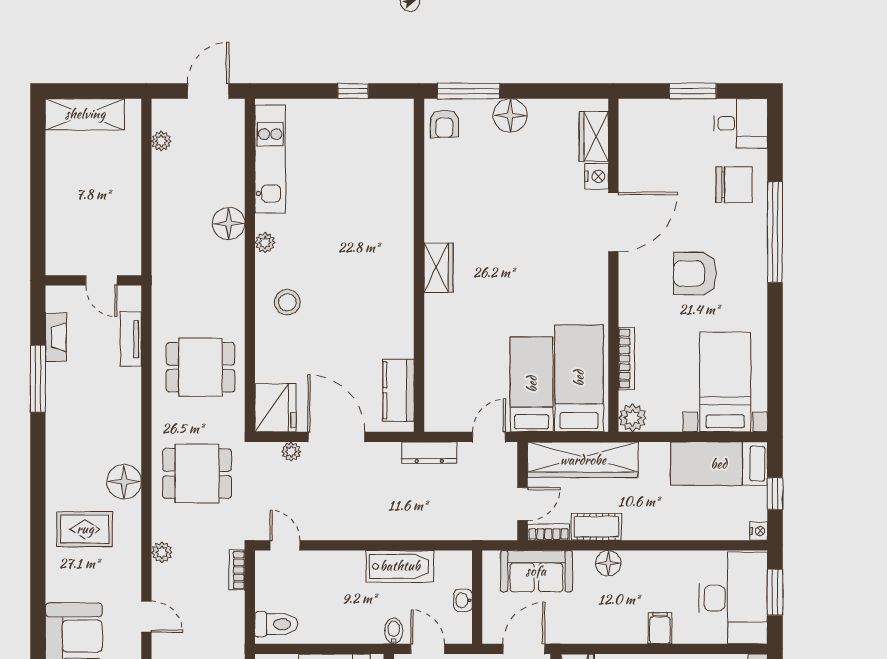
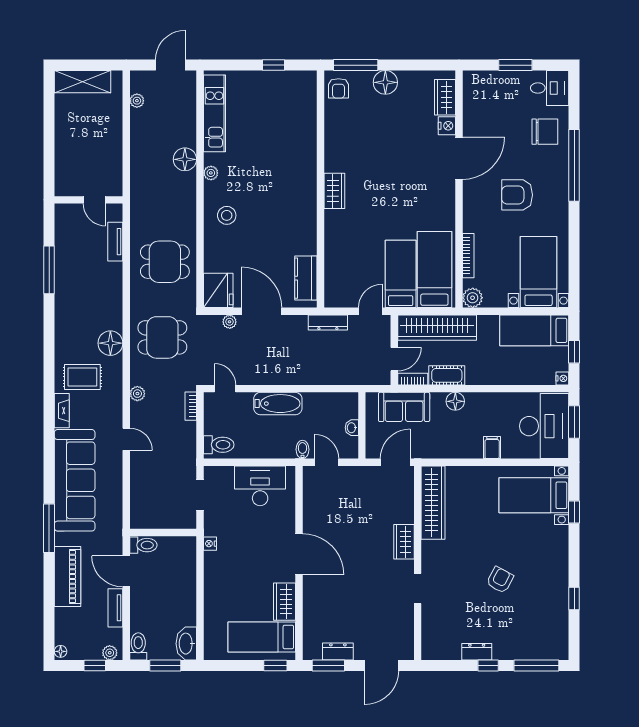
fireplace: (56, 337) -> (62, 411), moved
bathtub: (400, 566) -> (278, 404), moved

